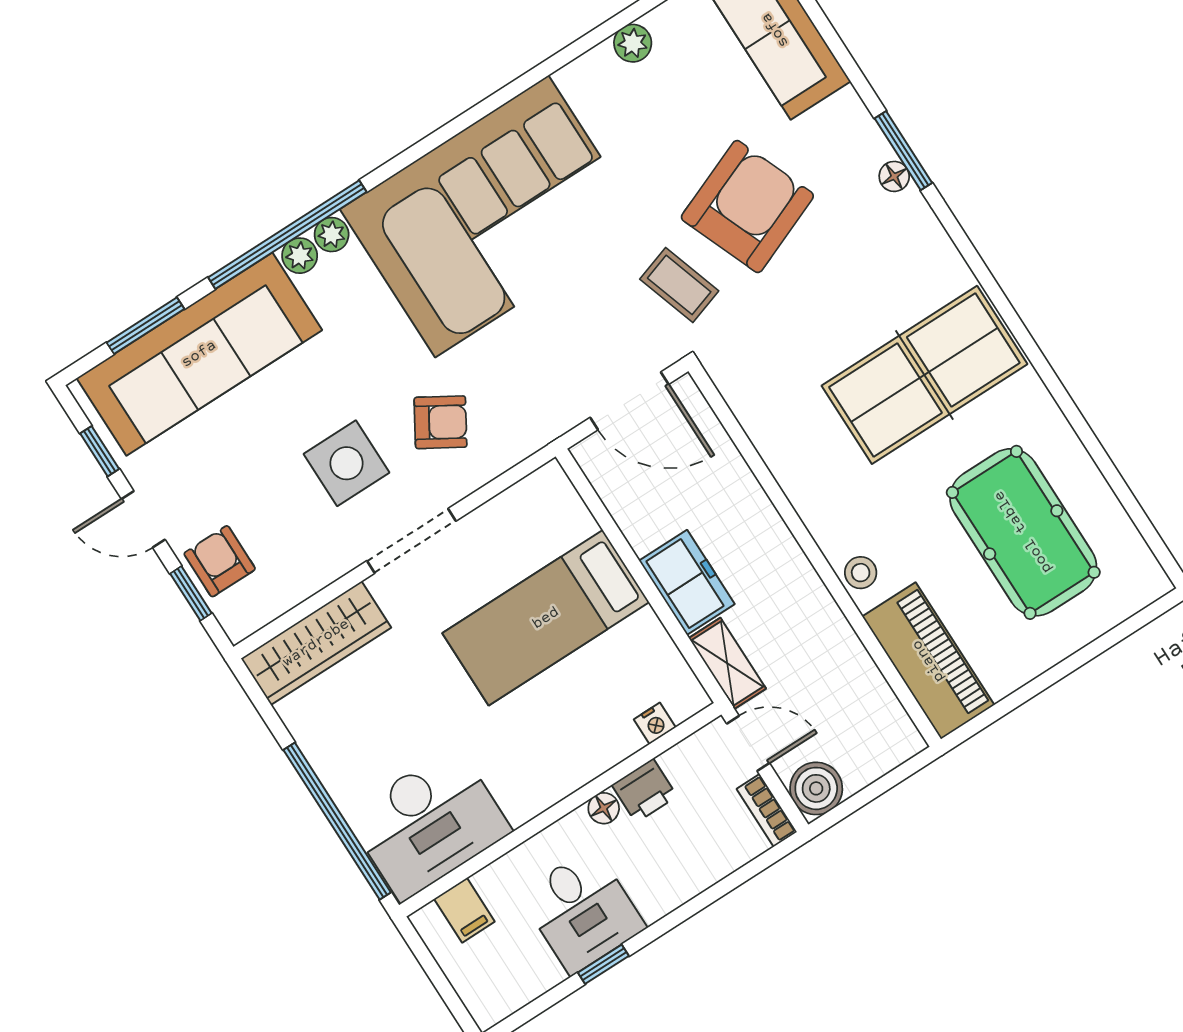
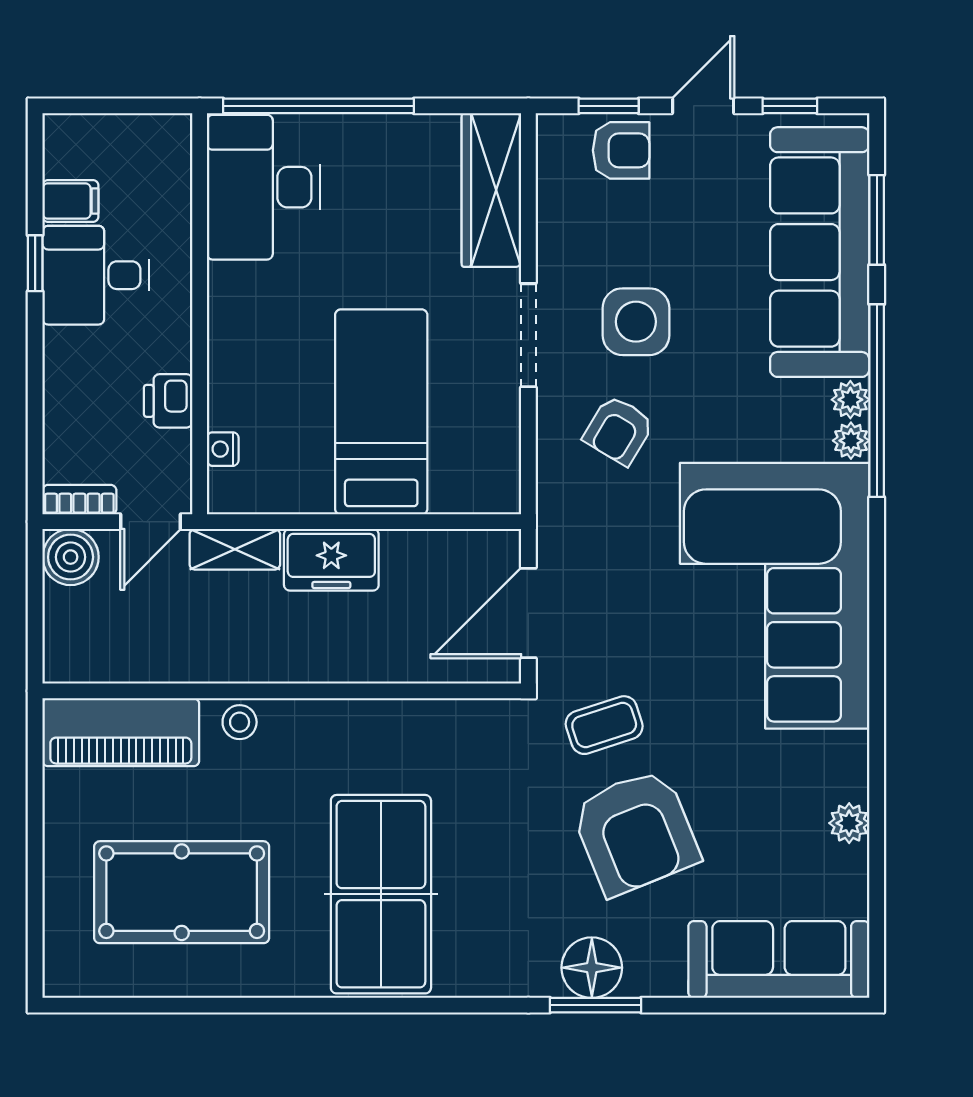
floor lamp: (894, 176) -> (592, 968), width x1.89, depth x1.89
floor lamp: (604, 808) -> (176, 354), removed
filing cabinet: (464, 910) -> (70, 201), moved, turned 180

